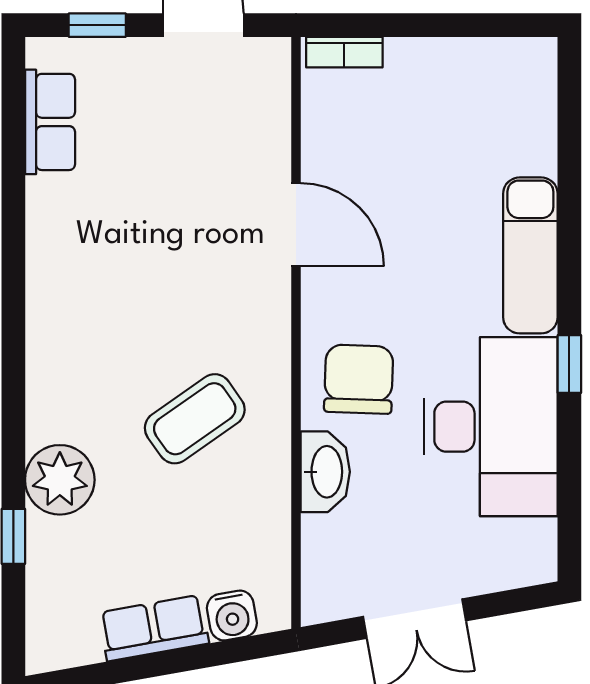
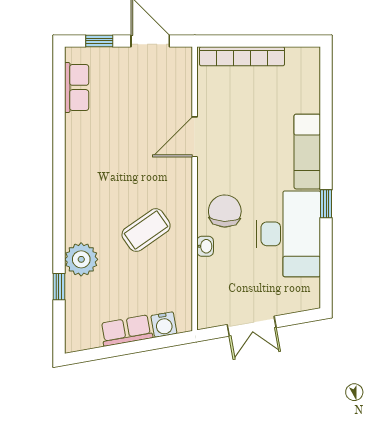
bookcase: (344, 52) -> (242, 56), width x2.31, depth x1.31
door: (296, 225) -> (195, 137), swing flipped
washbasin: (325, 472) -> (205, 246), width x0.52, depth x0.69

